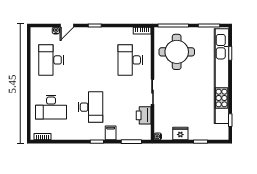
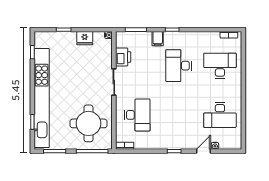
desk: (51, 60) -> (220, 115), turned 90

